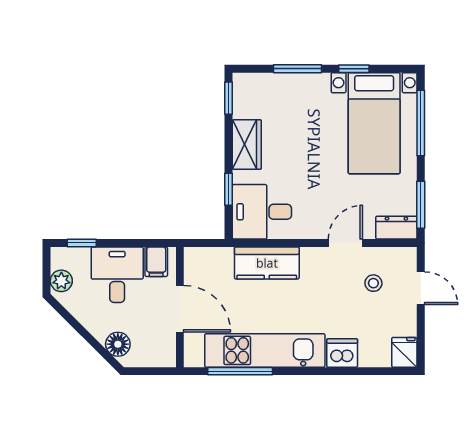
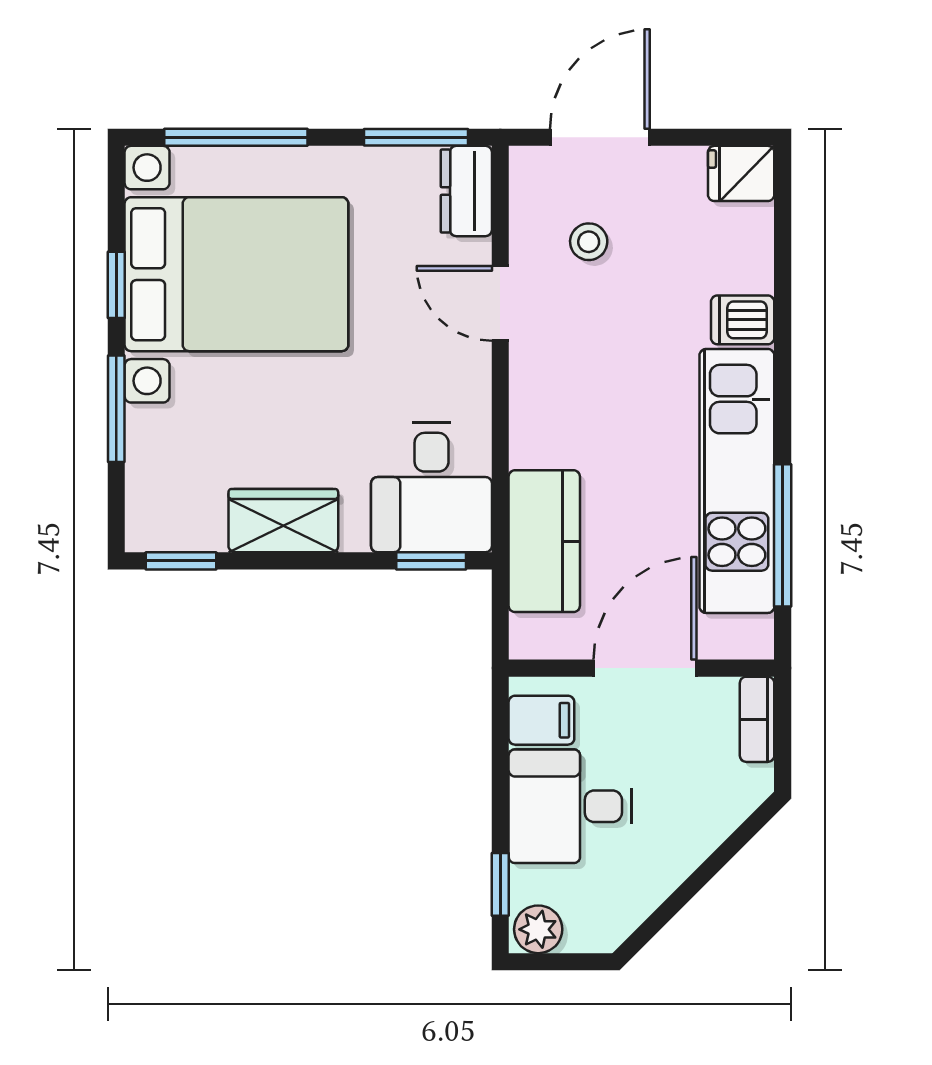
bed with nightstands: (374, 123) -> (236, 274), width x1.36
window: (229, 189) -> (431, 561), moved
kitchen counter: (267, 263) -> (544, 541), moved
plant: (61, 281) -> (538, 929), moved
door: (421, 288) -> (600, 137), width x1.38
floor lamp: (118, 344) -> (723, 805), removed
dishwasher: (342, 353) -> (743, 320), width x0.73
bookcase: (157, 360) -> (757, 719), added

